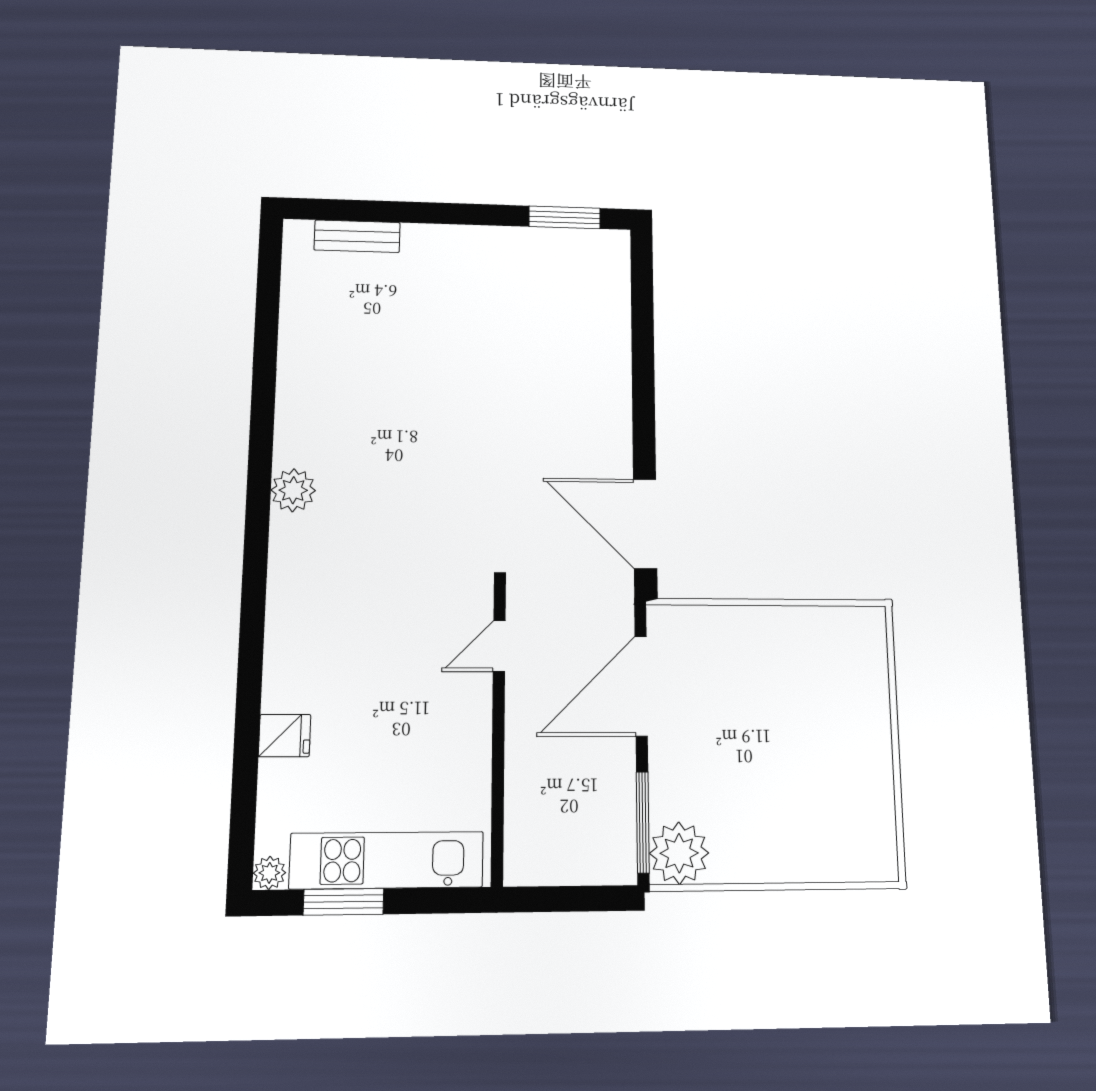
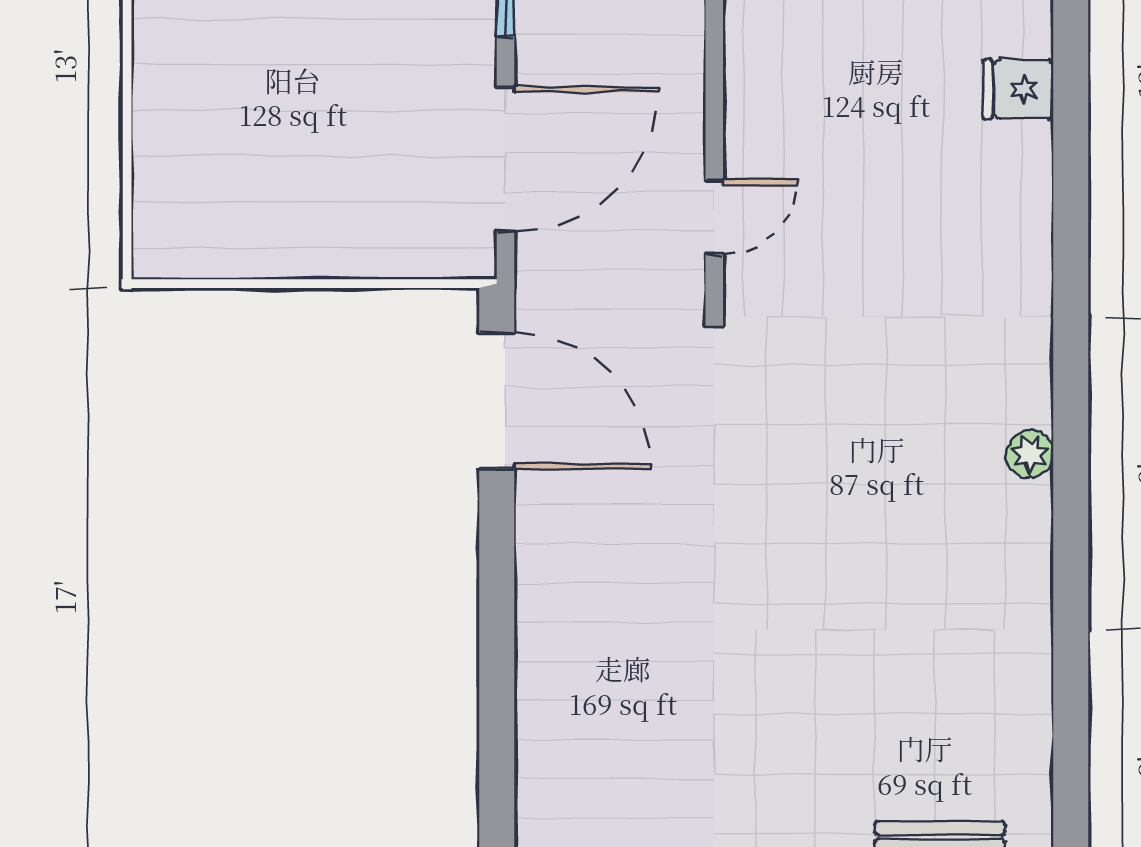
plant: (293, 490) -> (1030, 454), width x0.73, depth x0.73

